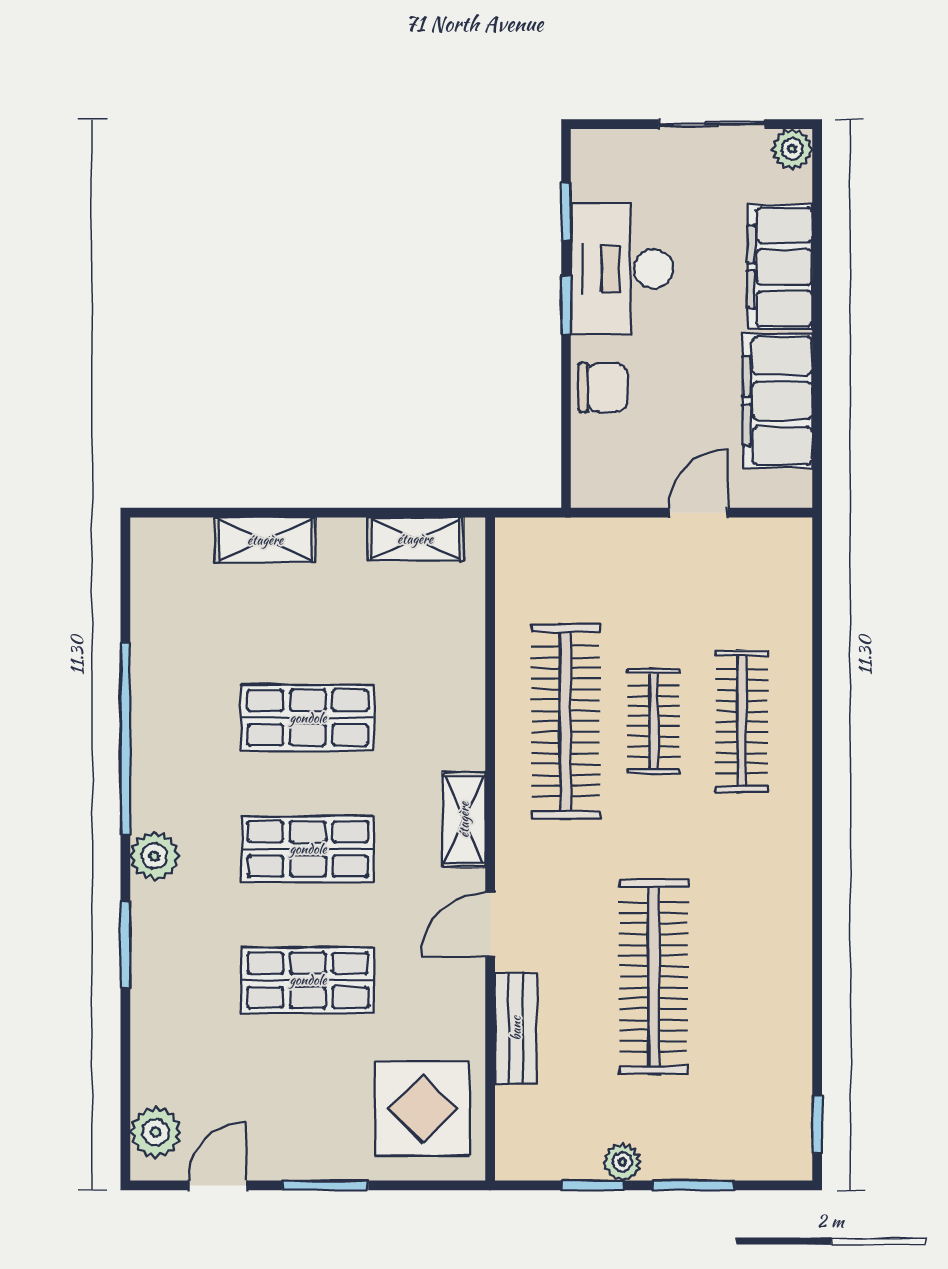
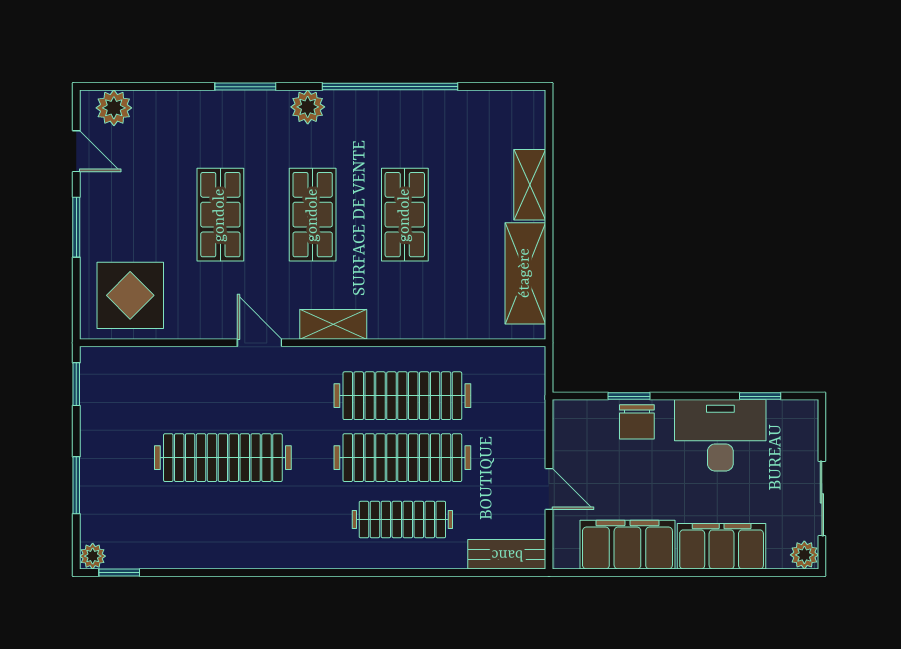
window: (566, 305) -> (629, 396), moved
shelving: (415, 539) -> (525, 273), width x1.50, depth x1.33
clothes rail: (654, 721) -> (402, 458), width x1.86, depth x1.31
bench: (516, 1028) -> (507, 554), moved
plant: (622, 1162) -> (93, 556), moved
window: (593, 1185) -> (76, 384), moved

